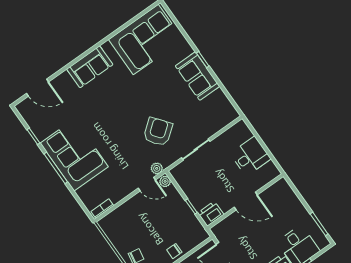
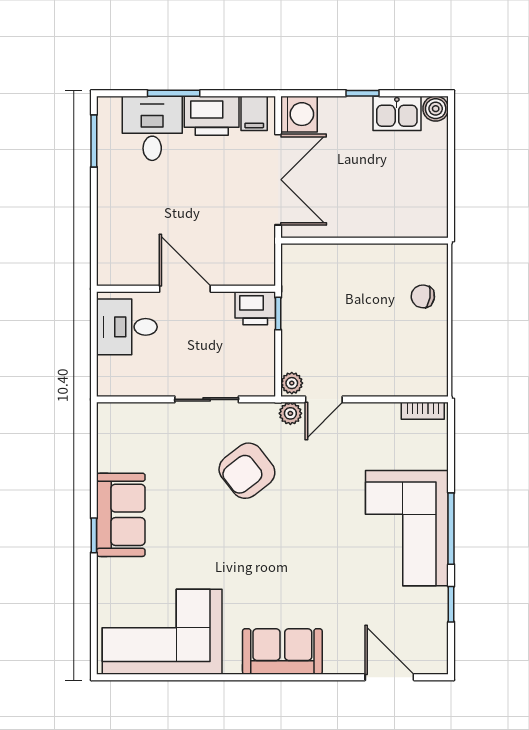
door: (147, 184) -> (324, 399), swing flipped
wall: (245, 201) -> (186, 289), moved
door: (246, 201) -> (185, 289), moved
printer: (211, 214) -> (255, 308), moved
chair: (174, 251) -> (356, 261), removed

